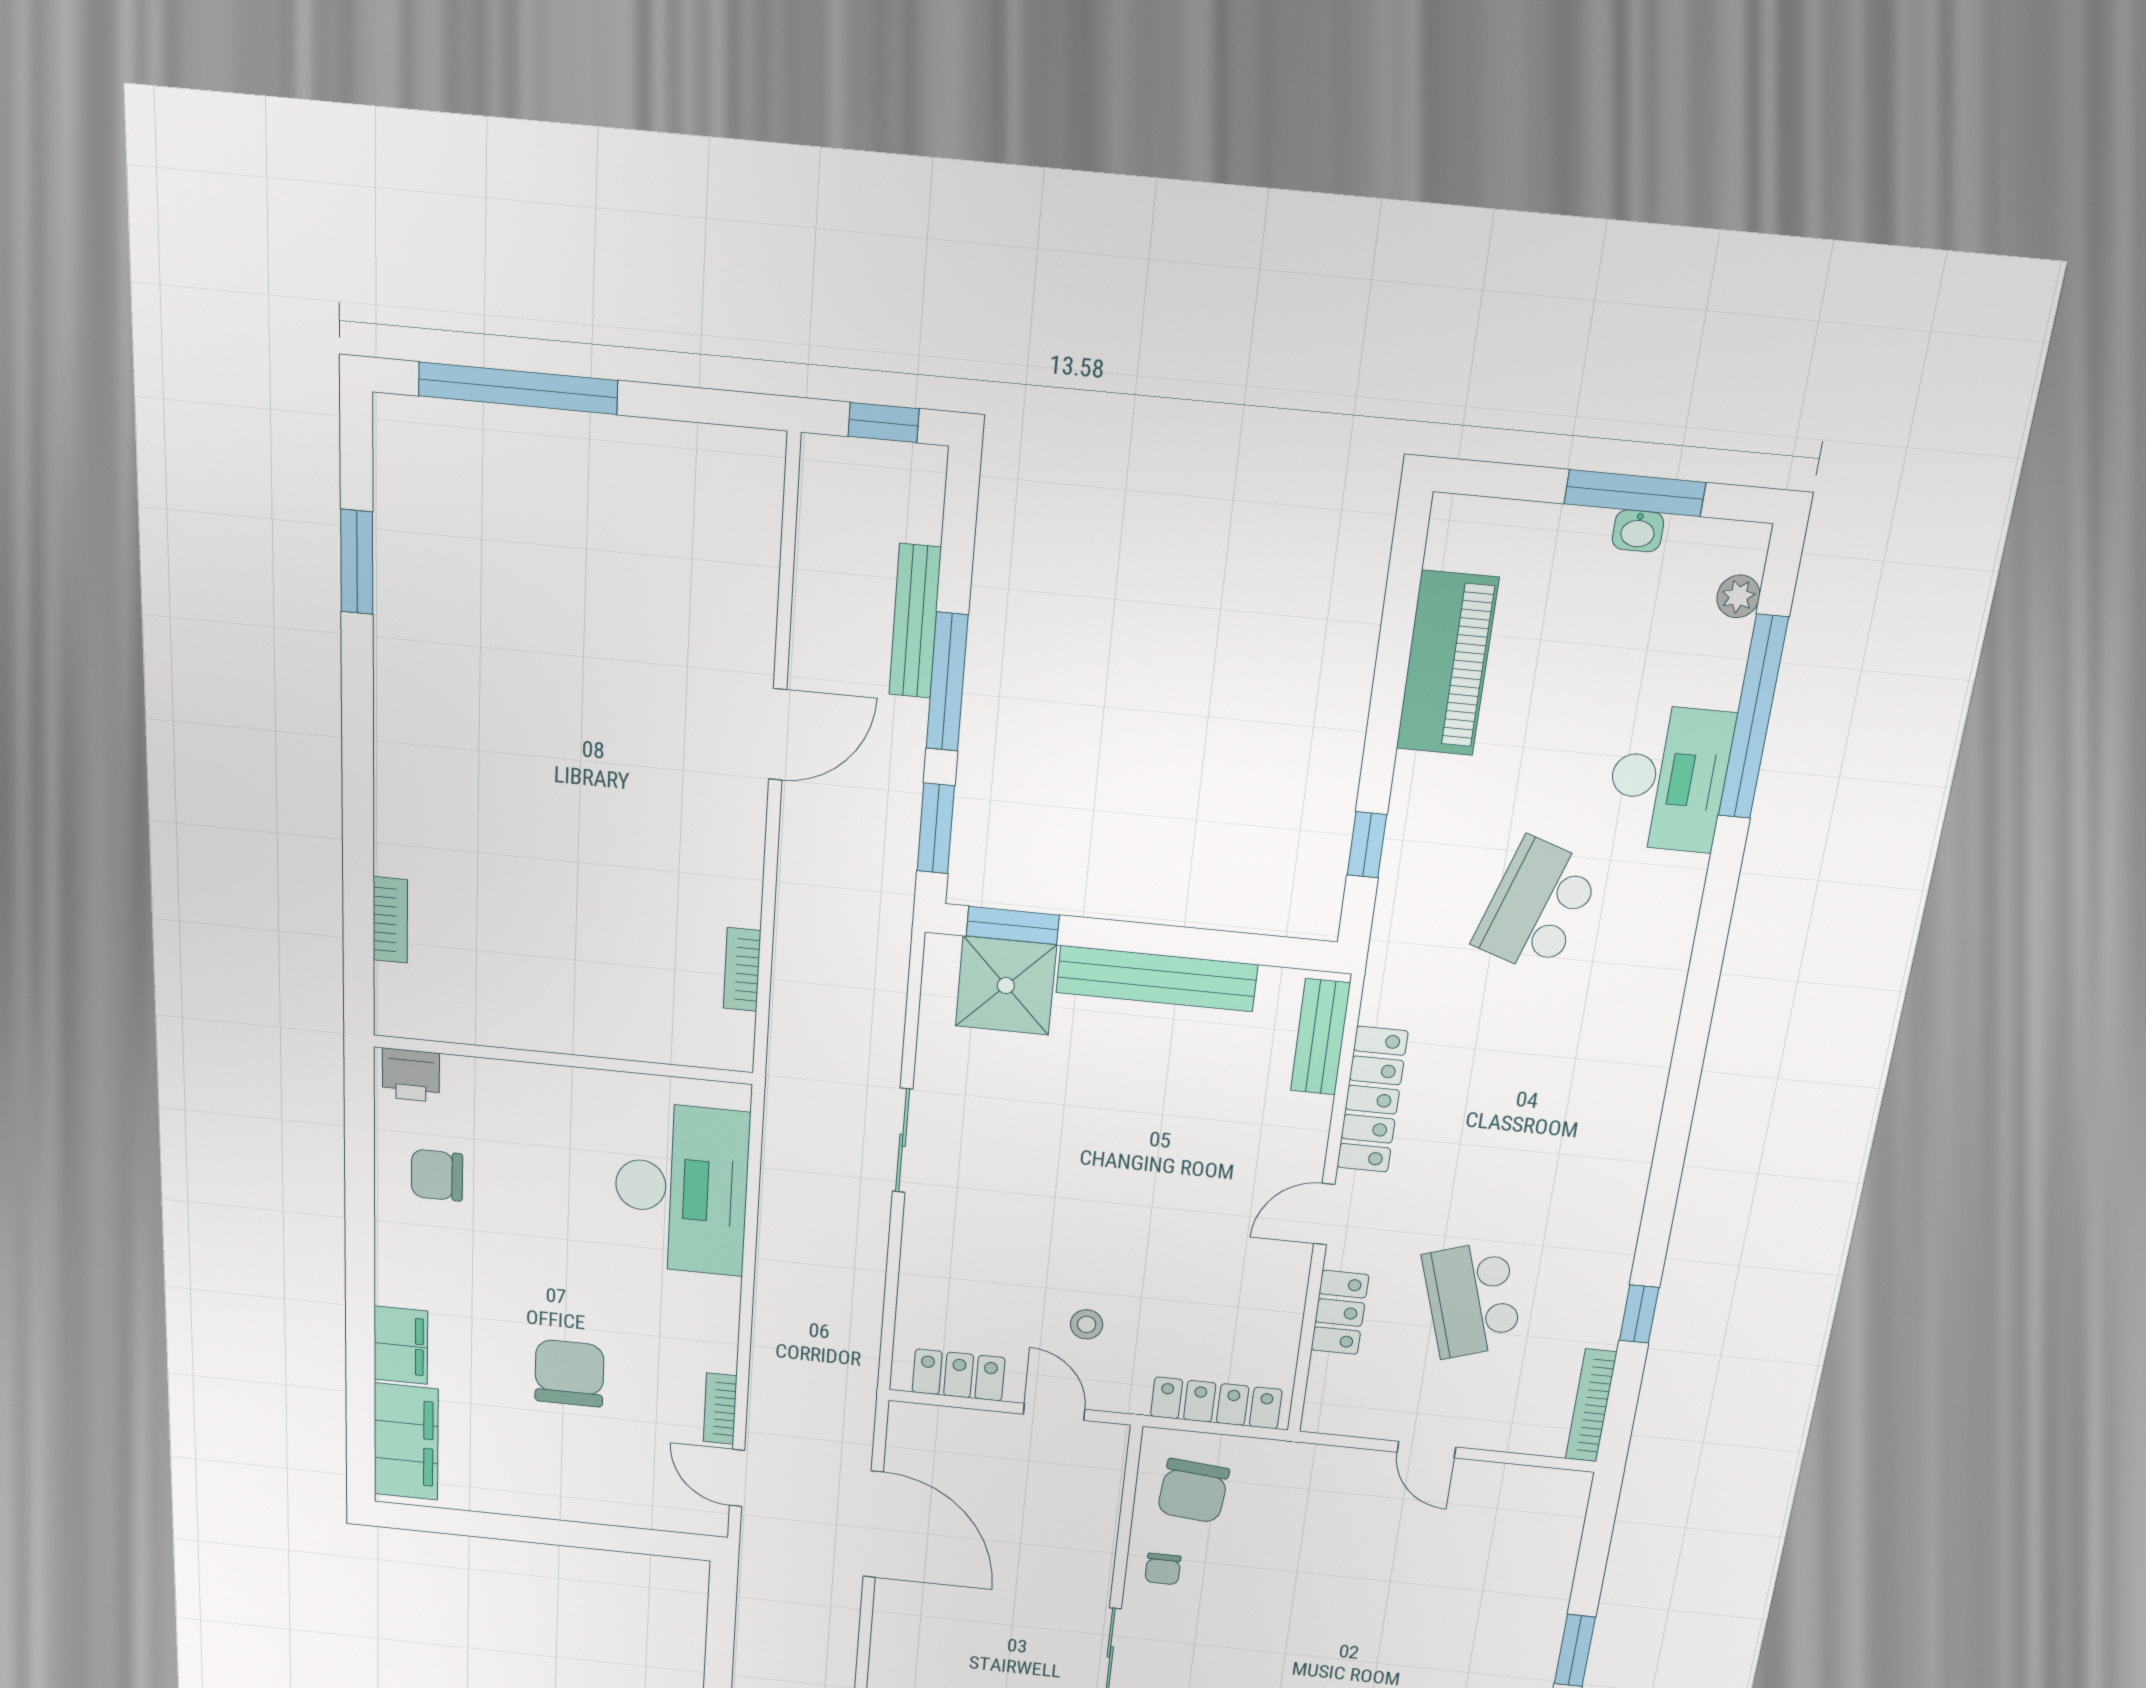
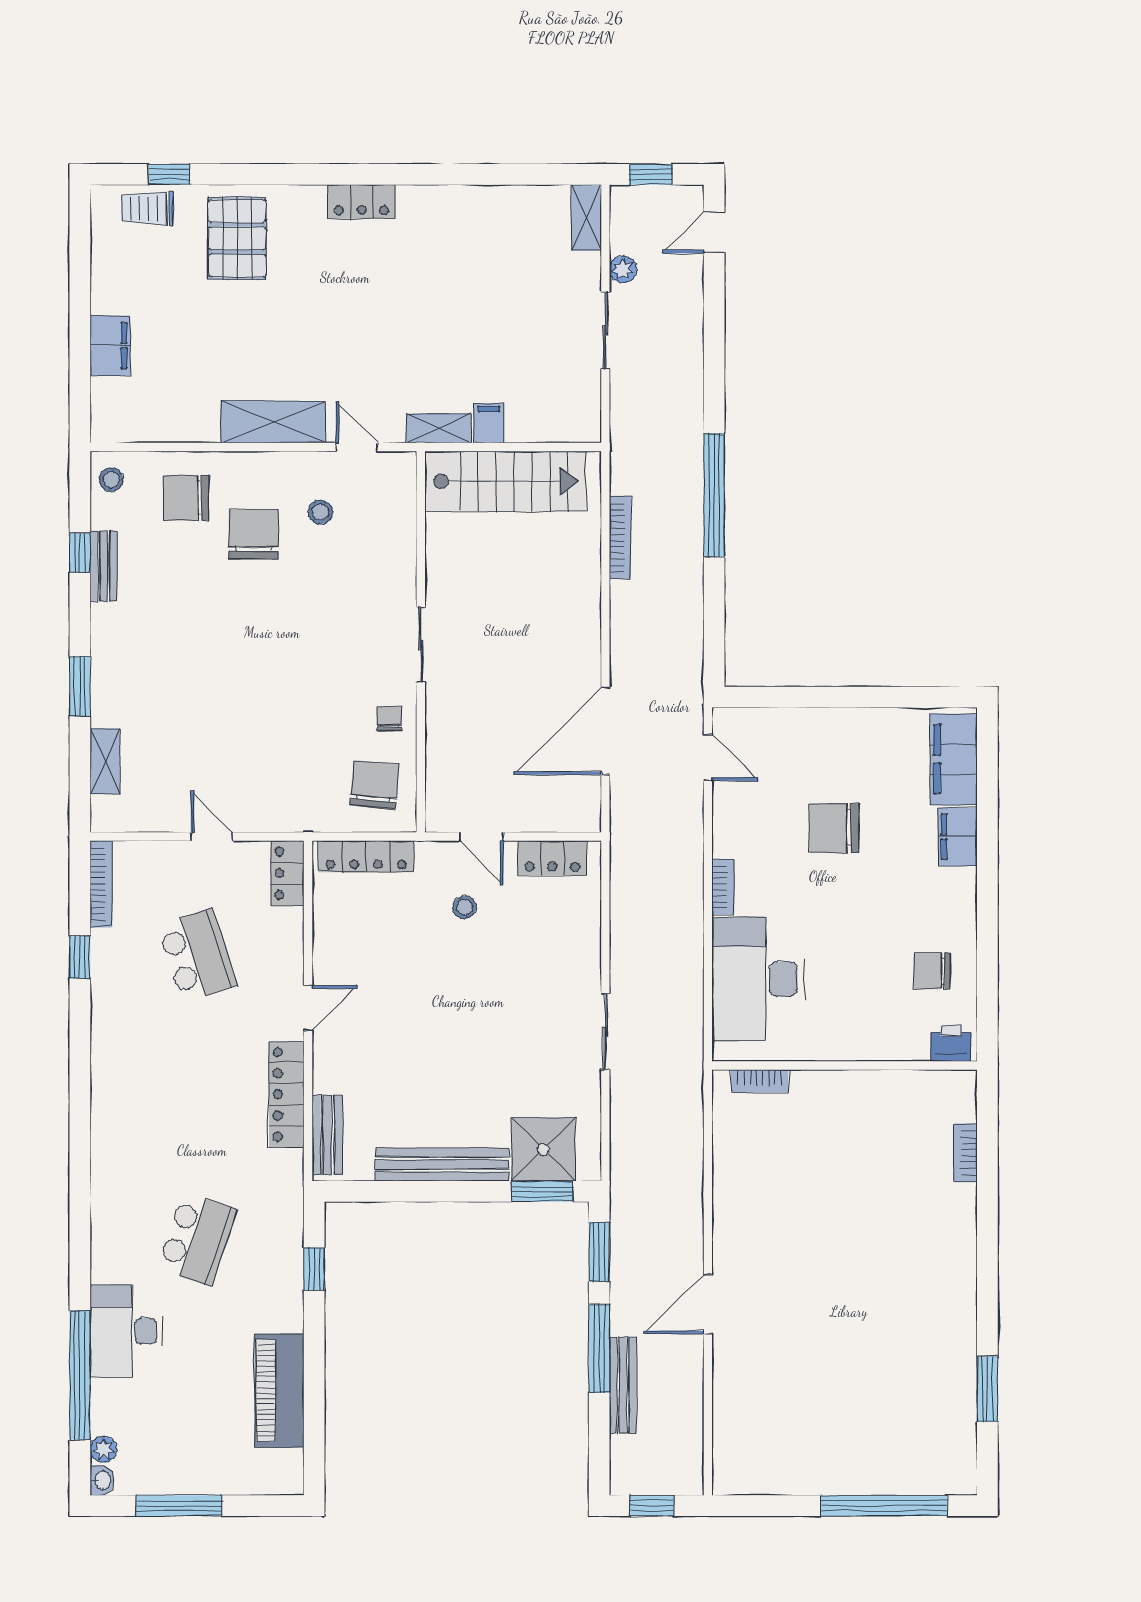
washbasin: (1638, 531) -> (102, 1480), moved, turned 90
bookcase: (742, 970) -> (760, 1081), moved, turned 90
chair: (437, 1175) -> (932, 971), turned 180
locker: (1340, 1312) -> (288, 873), moved
chair: (569, 1373) -> (834, 828), turned 90
bookcase: (720, 1409) -> (723, 887), moved
door: (873, 1524) -> (605, 731), hinge flipped
shelving: (1558, 1557) -> (105, 761), added

